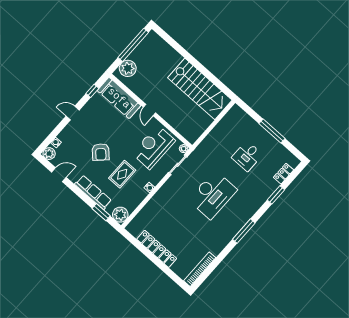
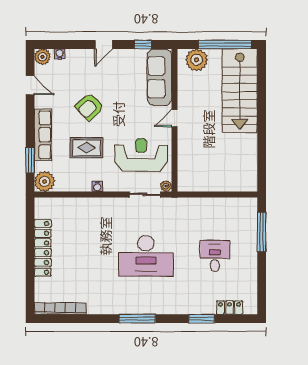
stairs: (200, 89) -> (240, 91), moved
door: (73, 113) -> (104, 45), swing flipped
window: (272, 131) -> (262, 232), moved
desk: (247, 156) -> (215, 256), turned 90

